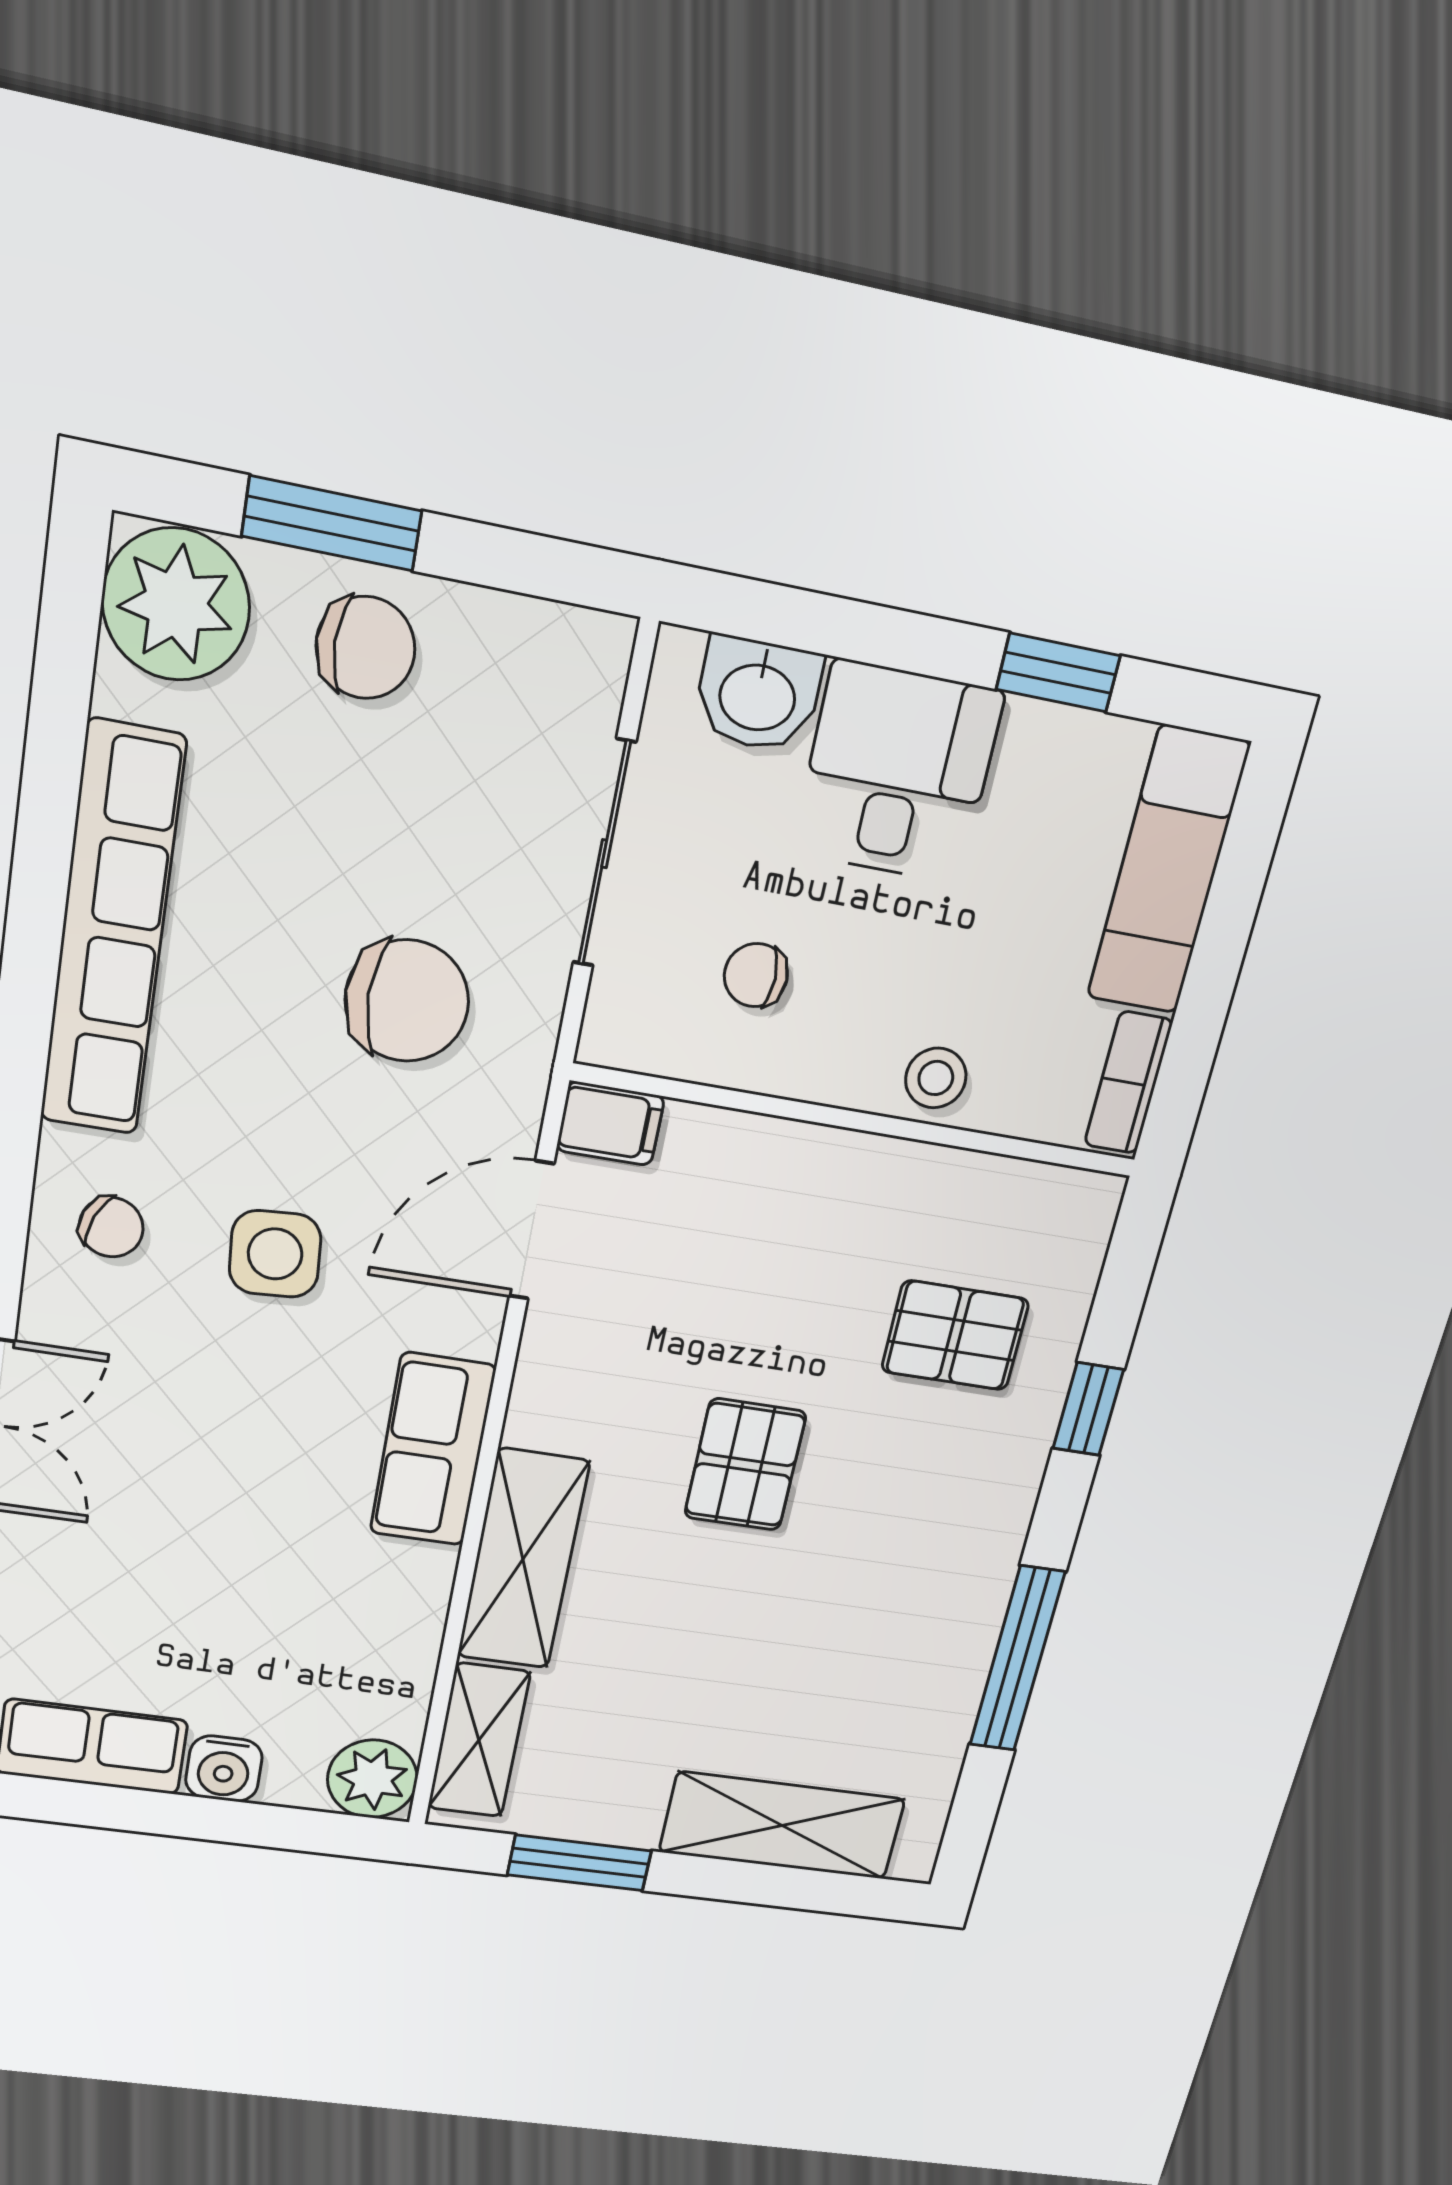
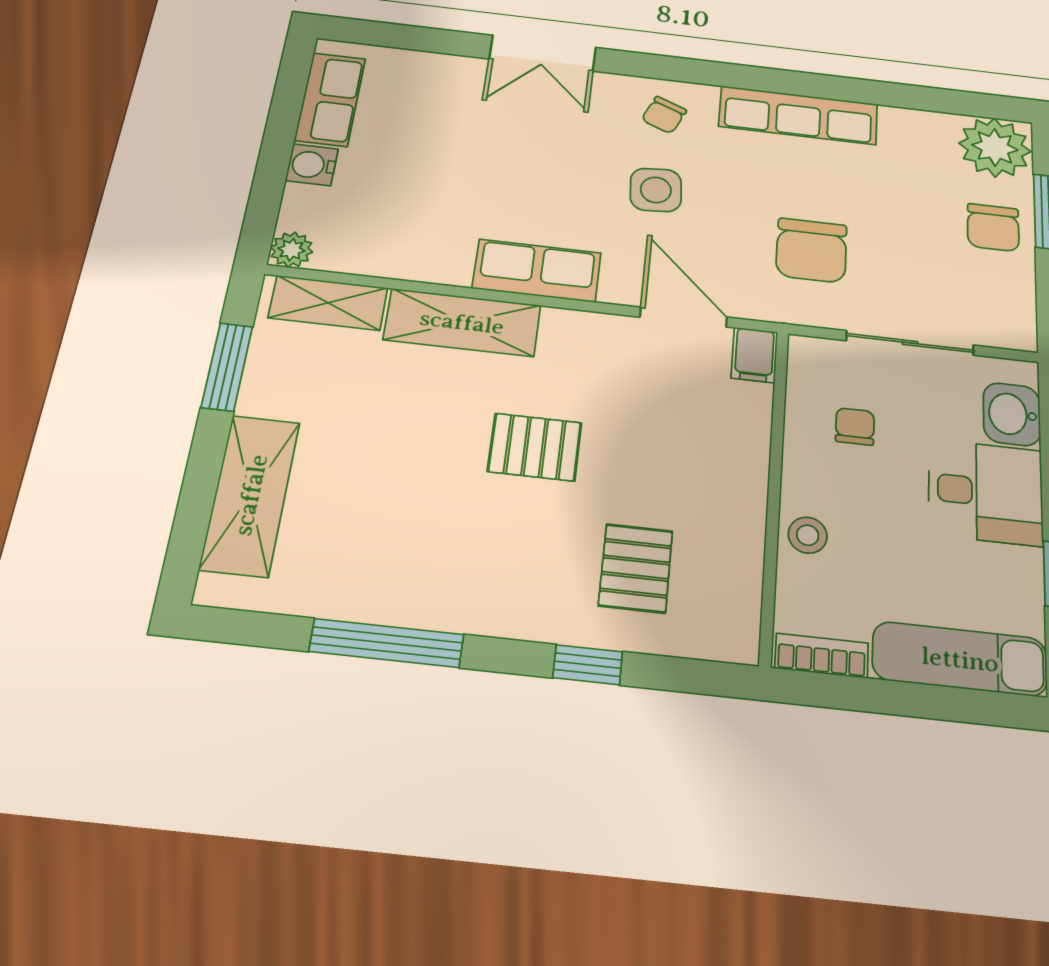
row of seats: (112, 931) -> (798, 115), width x0.73
plant: (372, 1779) -> (291, 250), width x0.73, depth x0.73

